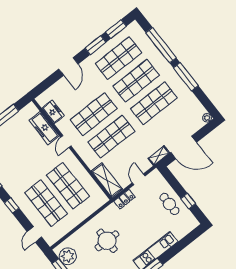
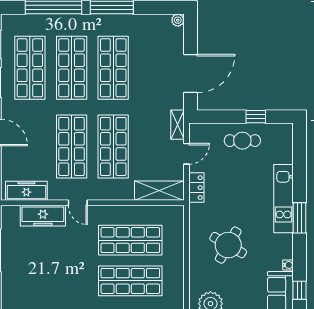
freezer: (53, 112) -> (26, 191), width x1.40
shelving: (159, 156) -> (177, 125), moved
door: (139, 179) -> (186, 154), swing flipped
round table: (107, 241) -> (228, 245), turned 30

